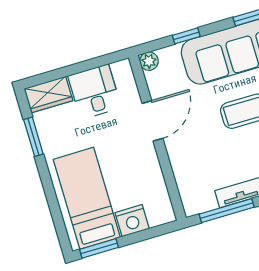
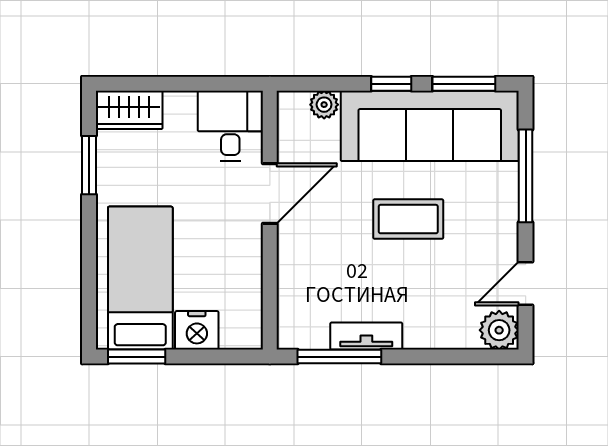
window: (186, 36) -> (391, 84), moved
plant: (149, 61) -> (324, 105), moved
desk: (95, 92) -> (230, 126), moved

